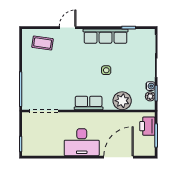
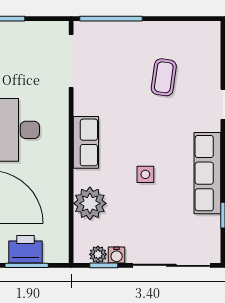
coffee table: (43, 43) -> (164, 77), moved
printer: (147, 126) -> (25, 249), moved

